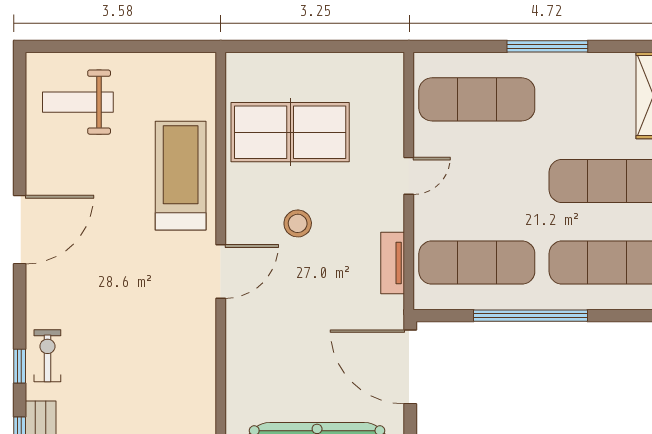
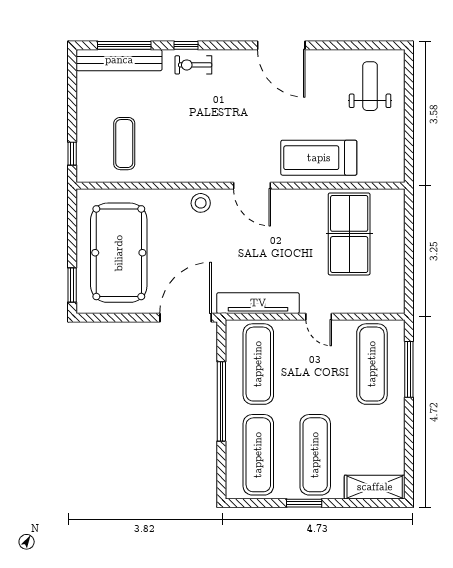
window: (547, 46) -> (409, 369), moved
treadmill: (181, 176) -> (319, 158), turned 180
stool: (298, 223) -> (201, 203), moved
tv unit: (393, 263) -> (258, 303), width x1.92, depth x1.29
exercise bike: (47, 356) -> (193, 65), turned 180

